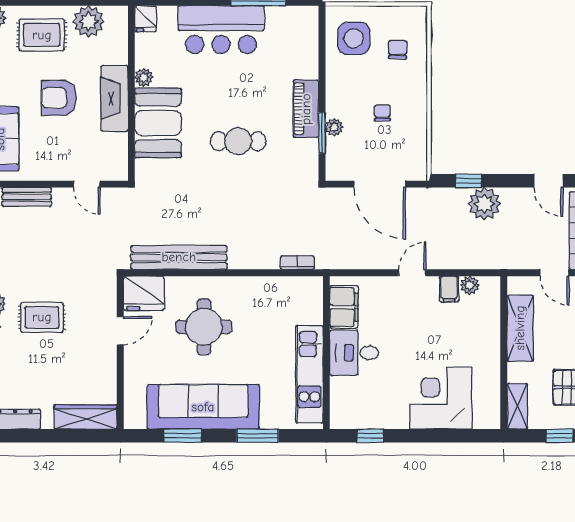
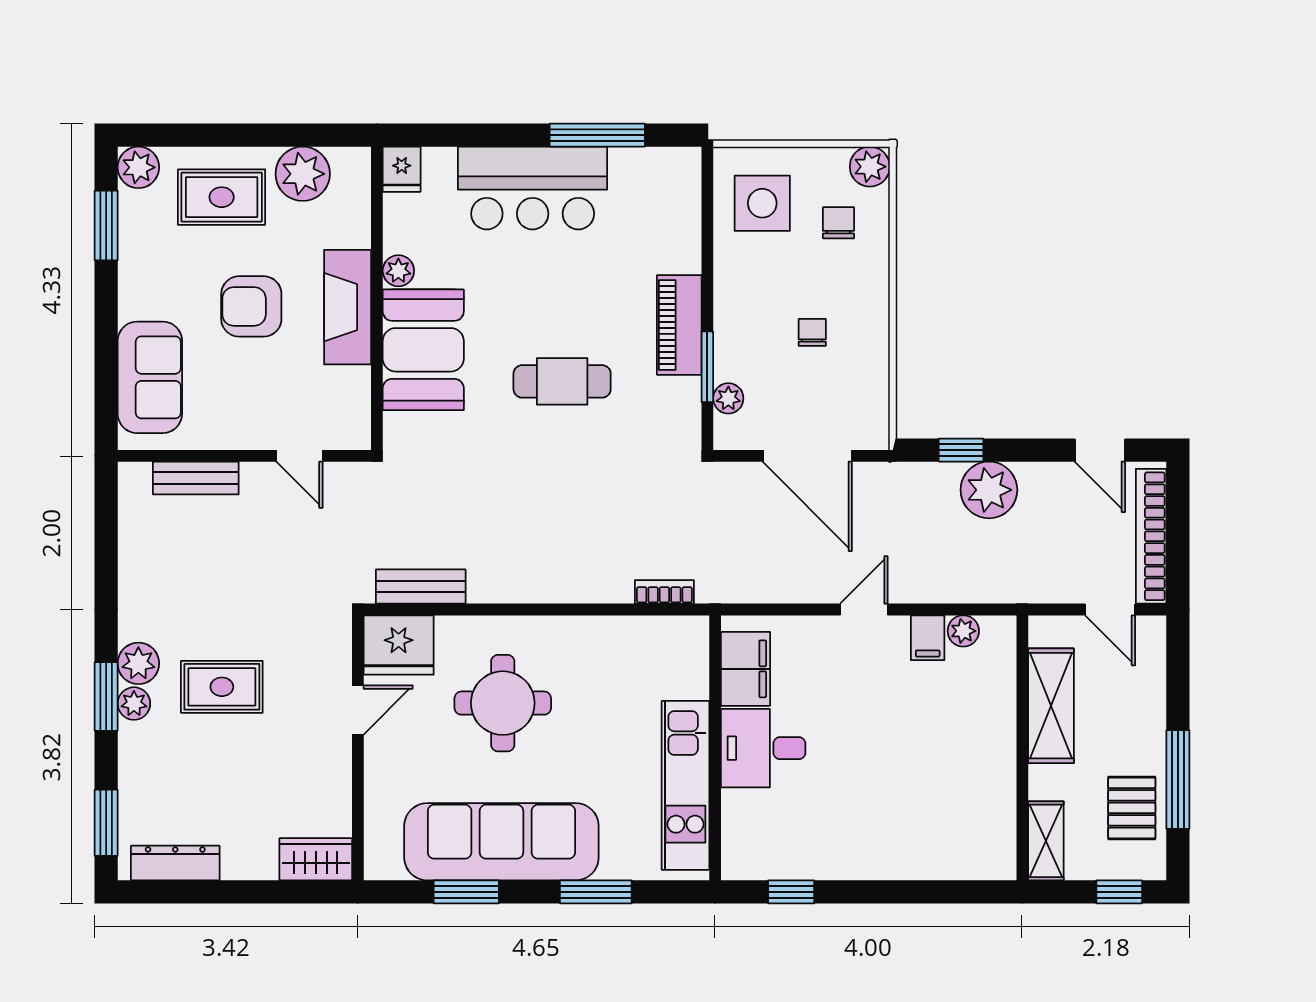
plant: (416, 17) -> (870, 167), added
plant: (334, 127) -> (728, 398), moved
bench: (179, 257) -> (421, 587), width x0.54, depth x0.82
corner desk: (441, 398) -> (913, 827), removed
wardrobe: (86, 417) -> (316, 859), width x0.67

